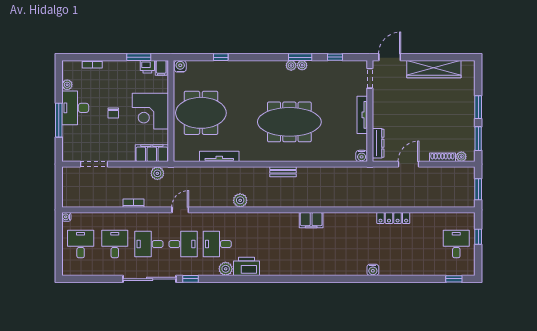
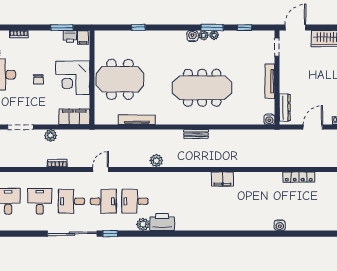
water cooler: (180, 66) -> (192, 36), moved
plant: (157, 173) -> (51, 136), moved

